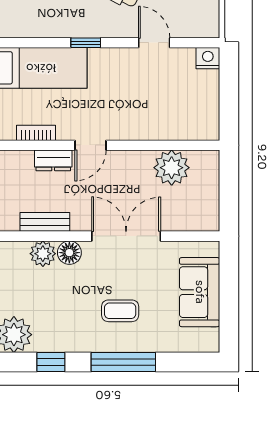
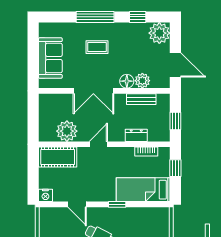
cot: (187, 123) -> (58, 157), added
door: (90, 145) -> (98, 144), moved

